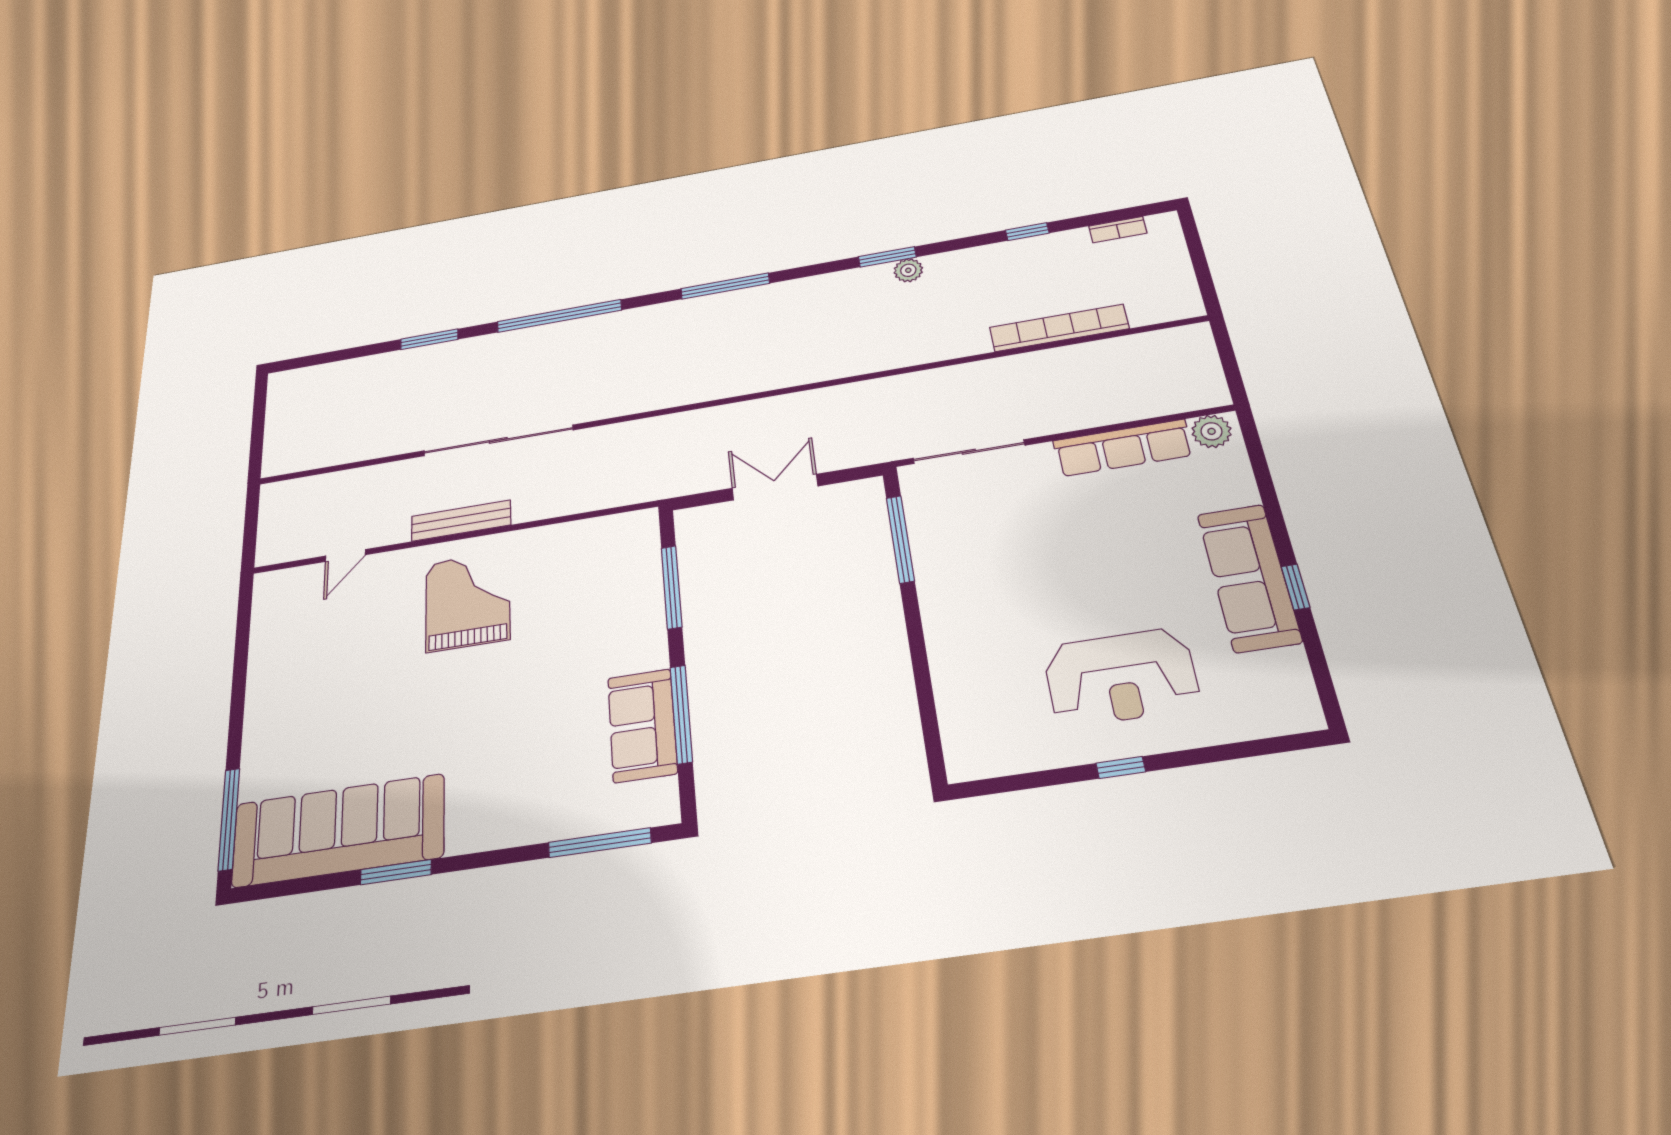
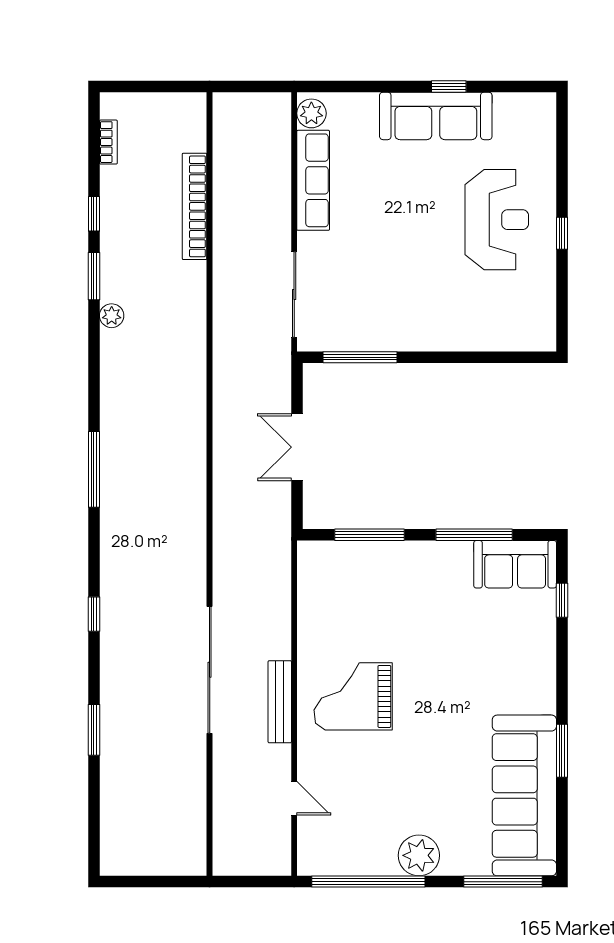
window: (887, 257) -> (94, 276), moved
window: (559, 316) -> (94, 614), width x0.32
window: (241, 655) -> (368, 882), added
plant: (269, 710) -> (419, 855), added
sofa: (642, 725) -> (515, 564), moved
window: (600, 843) -> (562, 600), width x0.46

